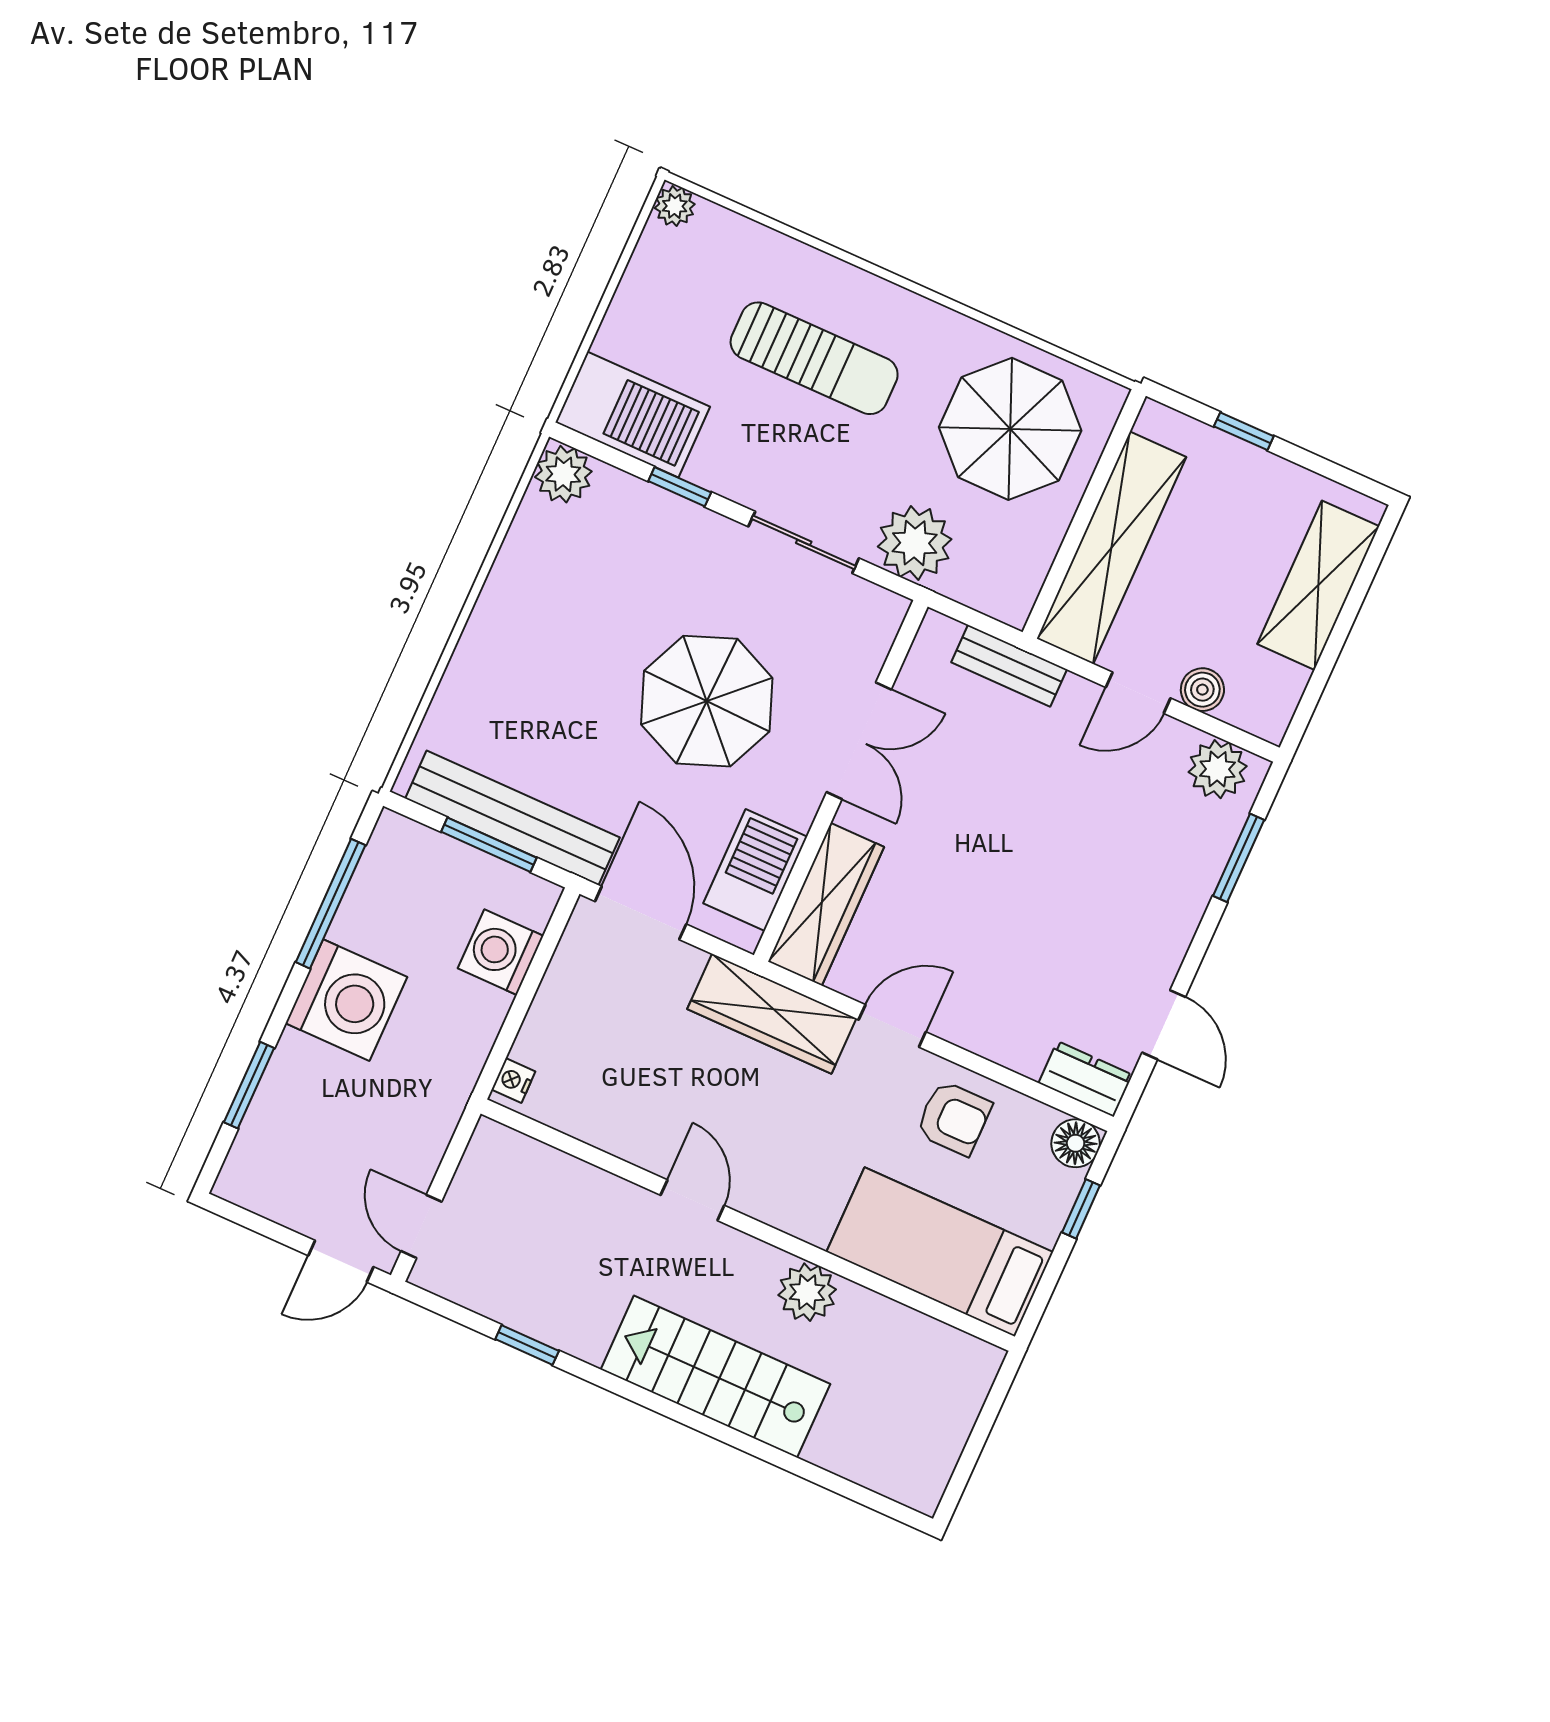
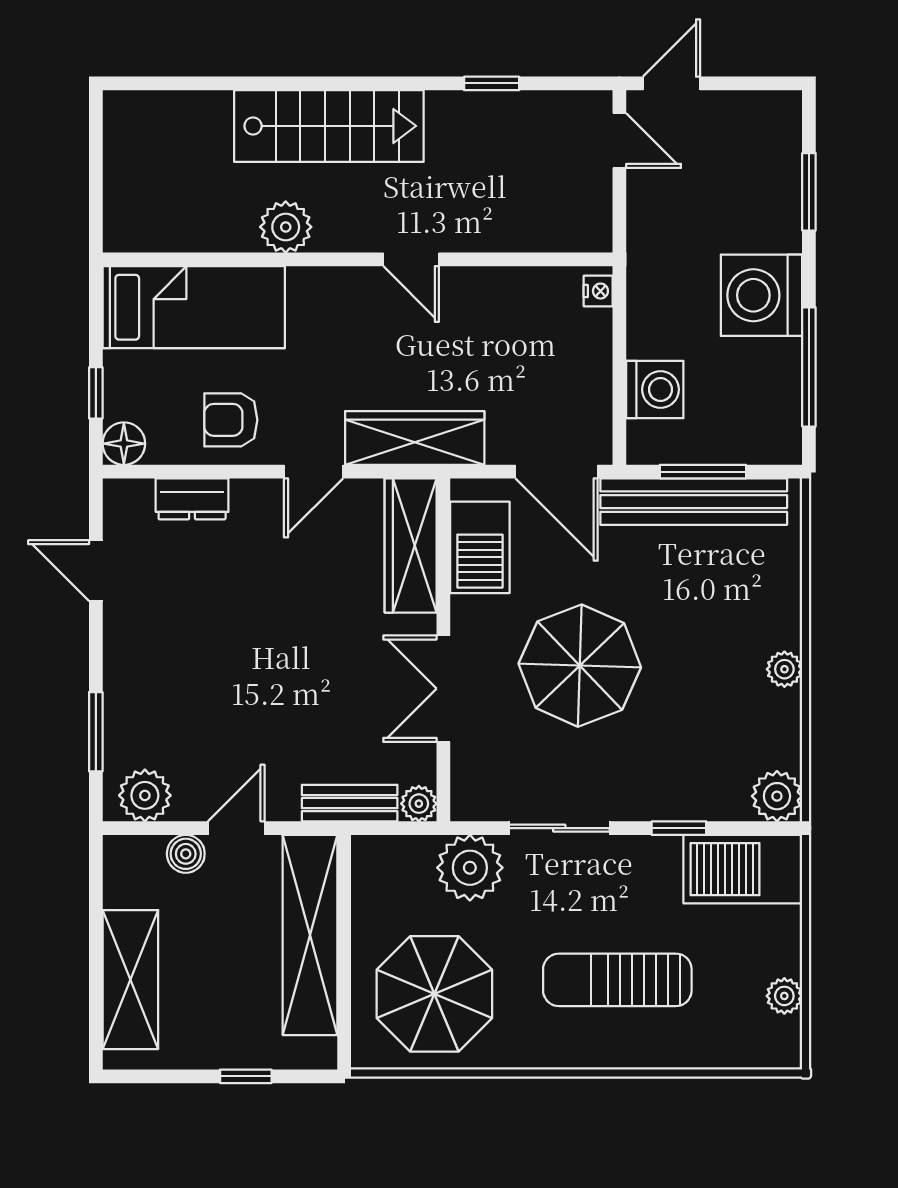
plant: (675, 206) -> (784, 996), moved
plant: (497, 602) -> (784, 669), added
plant: (938, 633) -> (419, 804), added
dresser: (1086, 1079) -> (192, 499), moved

